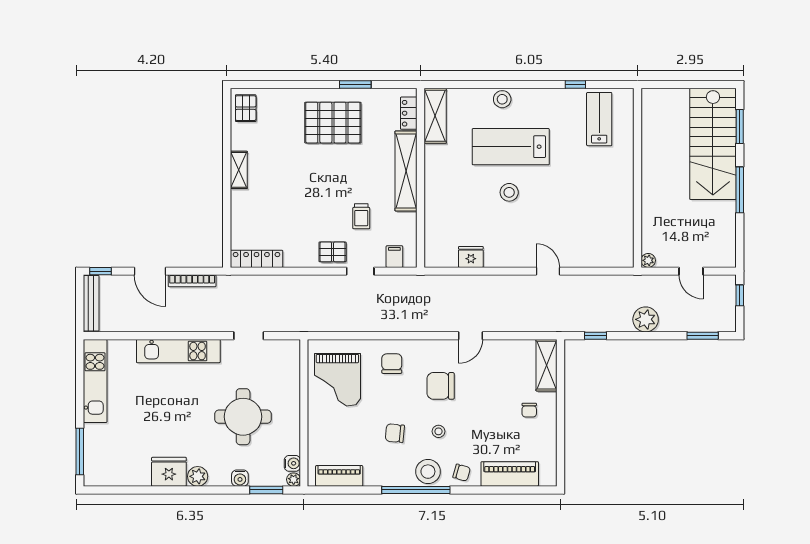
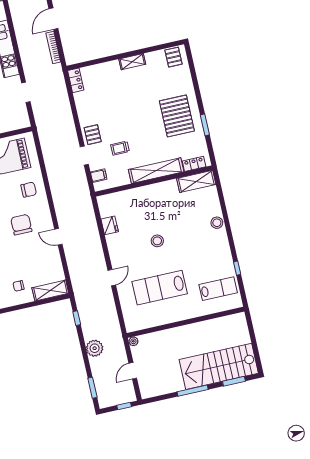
pallet: (246, 108) -> (173, 57), turned 90
lab bench: (511, 147) -> (160, 288), moved, turned -90
locker: (257, 259) -> (76, 80), width x0.66

